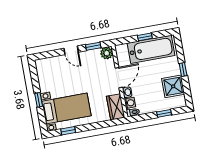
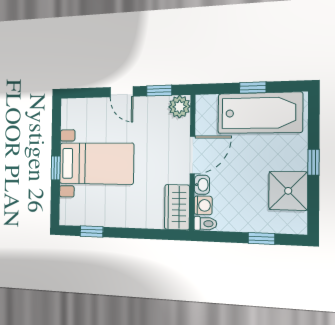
bed with nightstands: (66, 108) -> (96, 164), moved

